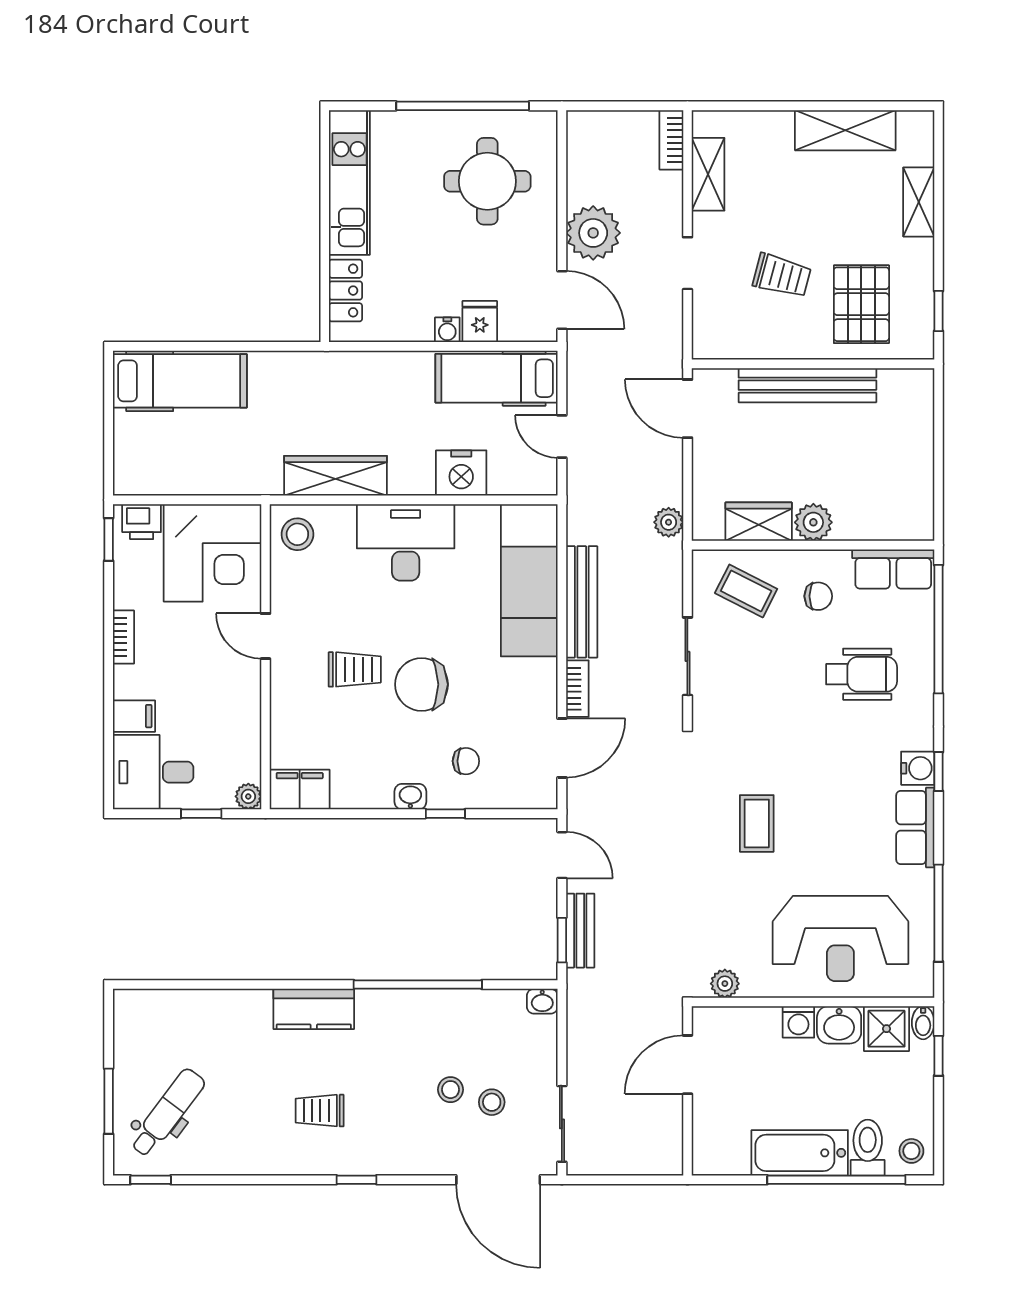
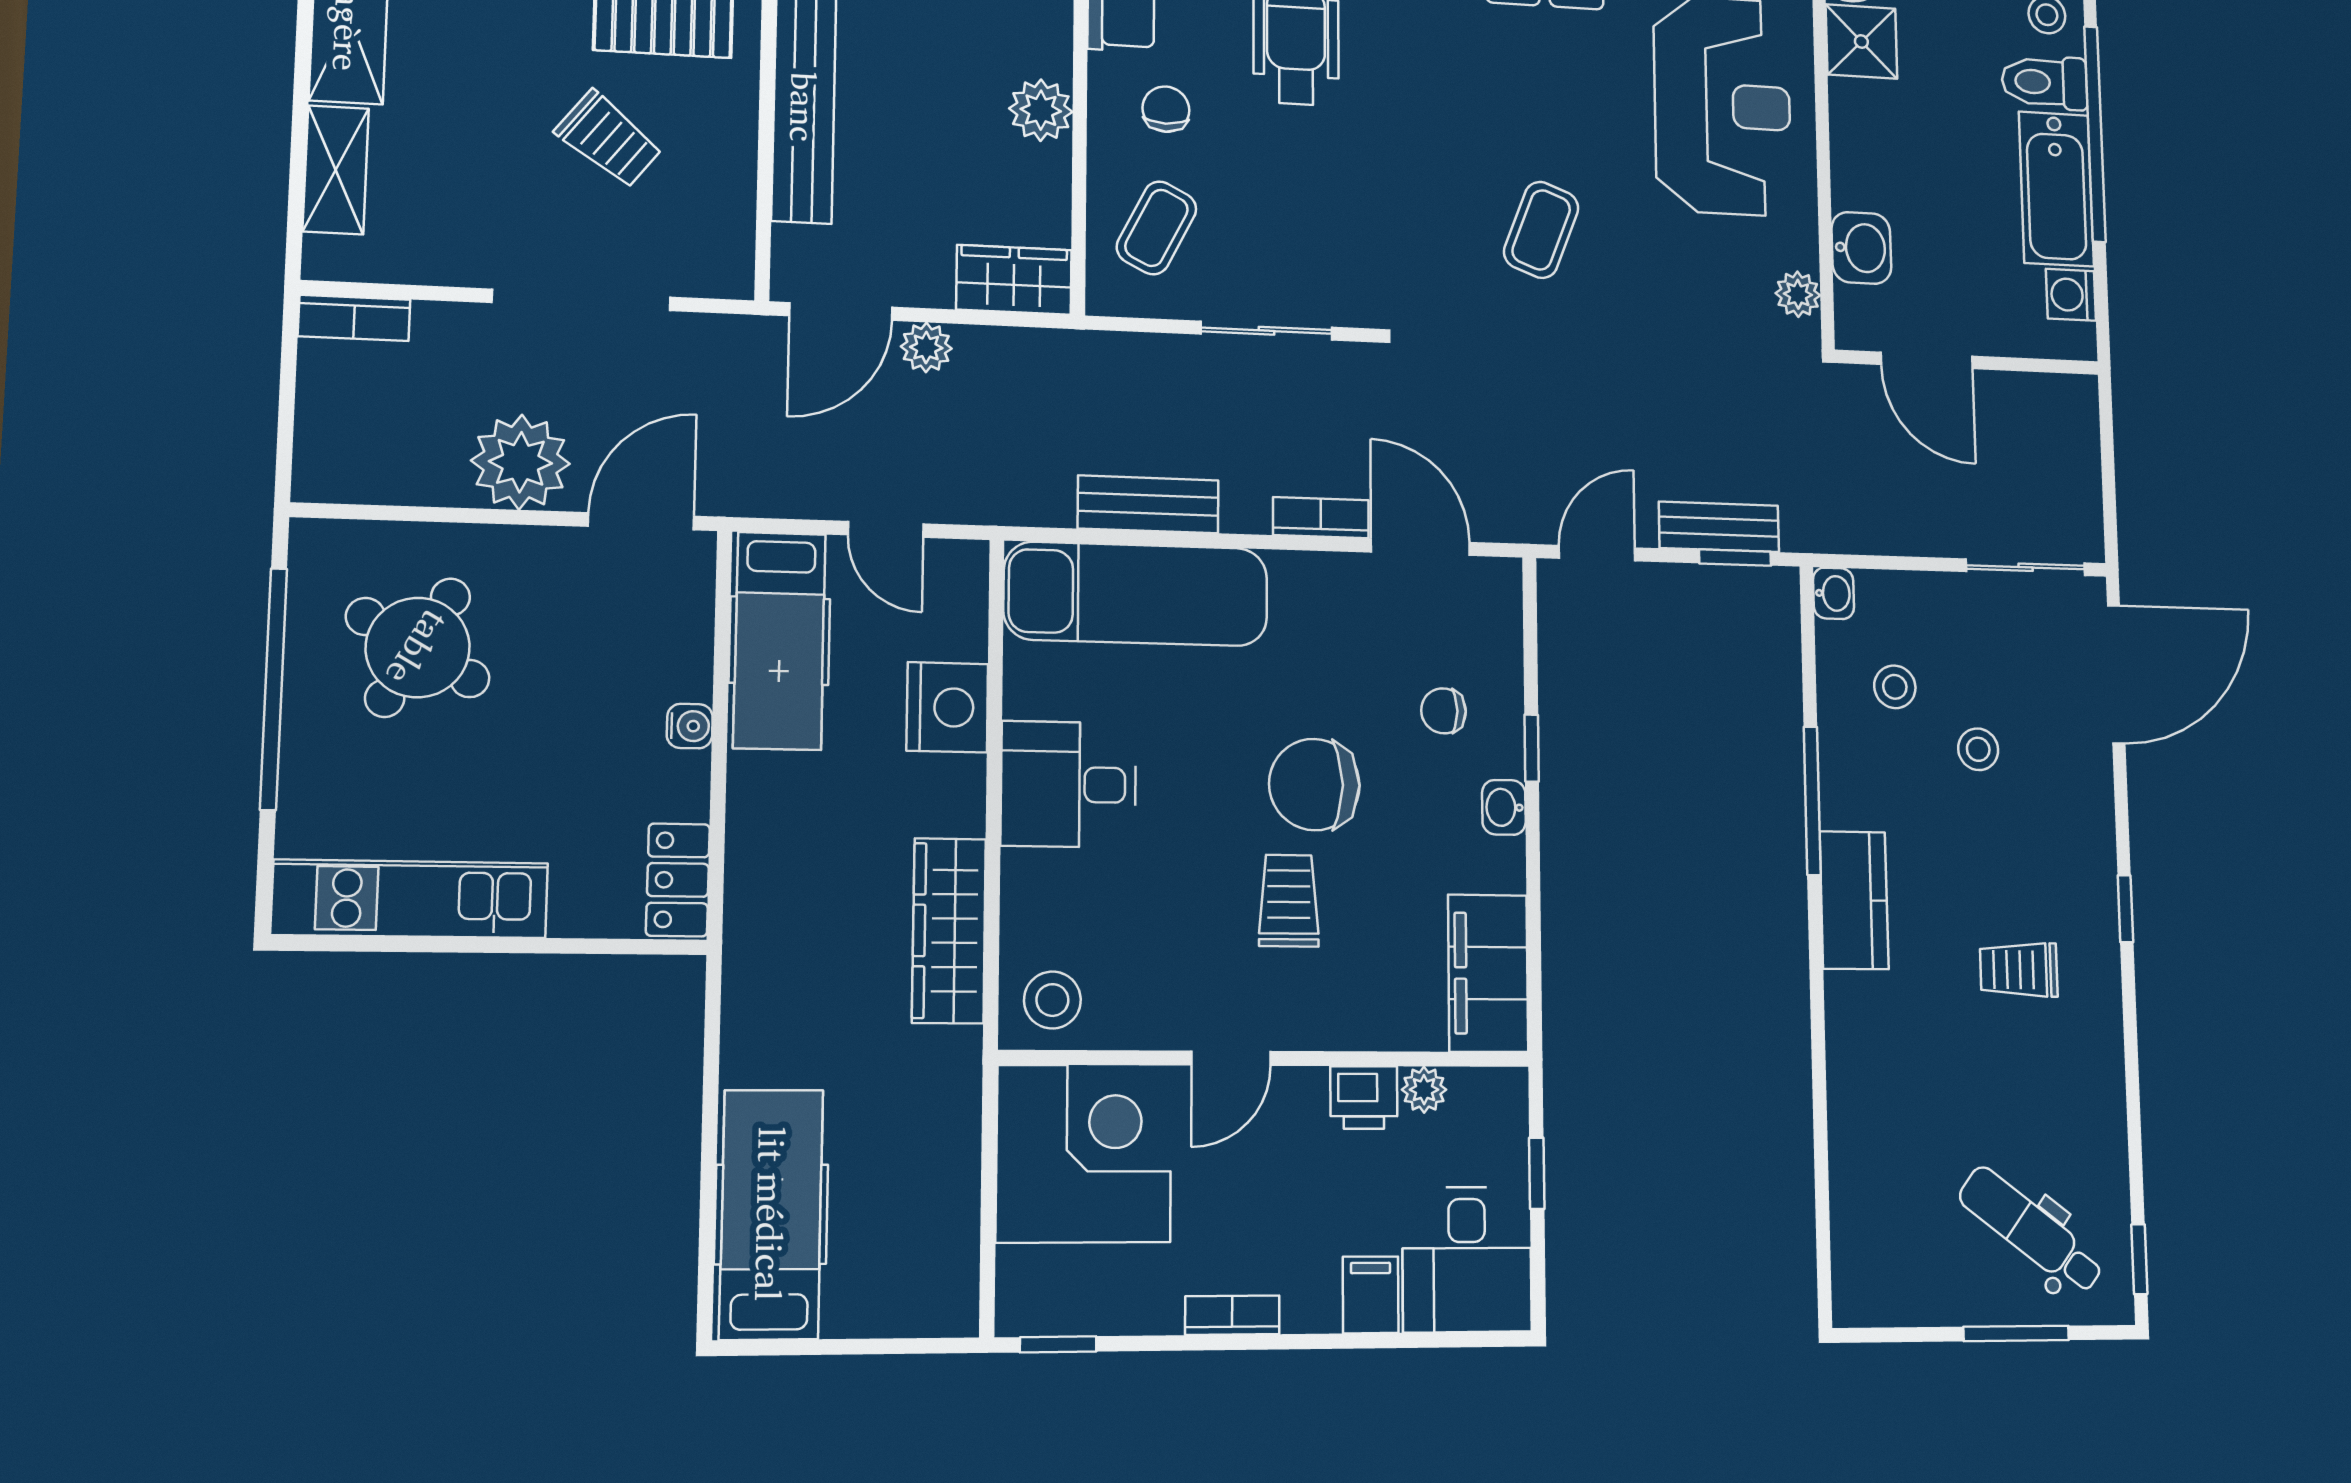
shelving: (708, 174) -> (336, 170), moved, turned 90
round table: (487, 181) -> (418, 648), turned 30
doorway: (687, 263) -> (581, 300), width x1.88
trolley: (782, 276) -> (609, 139), turned 113
locker: (346, 291) -> (678, 880), moved, turned -90
fridge: (480, 322) -> (676, 668), removed
door: (562, 436) -> (886, 529), hinge flipped
printer: (142, 522) -> (1364, 1098), moved, turned 90
plant: (669, 522) -> (926, 347), moved
wardrobe: (759, 522) -> (1014, 280), moved, turned 90
desk: (406, 542) -> (1069, 784), width x0.73
bench: (582, 602) -> (1148, 504), width x0.73
chair: (422, 684) -> (1314, 785), turned 90
chair: (466, 761) -> (1444, 711), turned -90
filing cabinet: (300, 790) -> (1488, 973), width x1.50, depth x1.17
plant: (248, 796) -> (1424, 1090), moved
coffee table: (757, 823) -> (1541, 230), turned -69
window: (418, 985) -> (1812, 801), width x0.68
kitchen counter: (314, 1009) -> (1854, 900), moved
washing machine: (798, 1022) -> (2071, 295), moved, turned 180
washbasin: (839, 1025) -> (1861, 248), moved
stool: (492, 1102) -> (1895, 687), moved
trolley: (320, 1111) -> (2019, 970), turned 90

